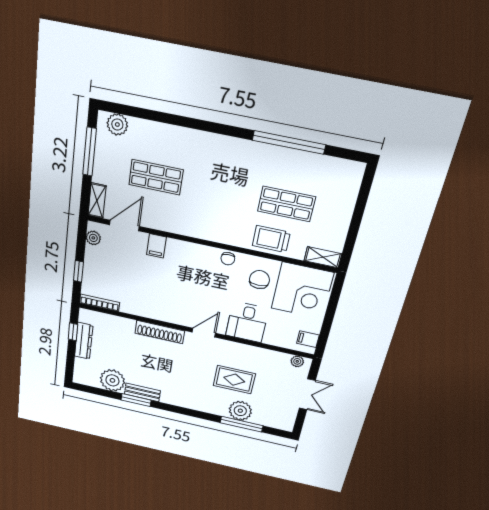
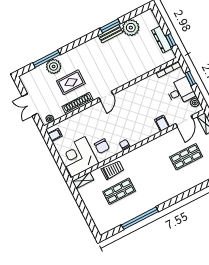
desk: (247, 322) -> (181, 91), moved, turned 90
shoe rack: (160, 332) -> (78, 103), moved

